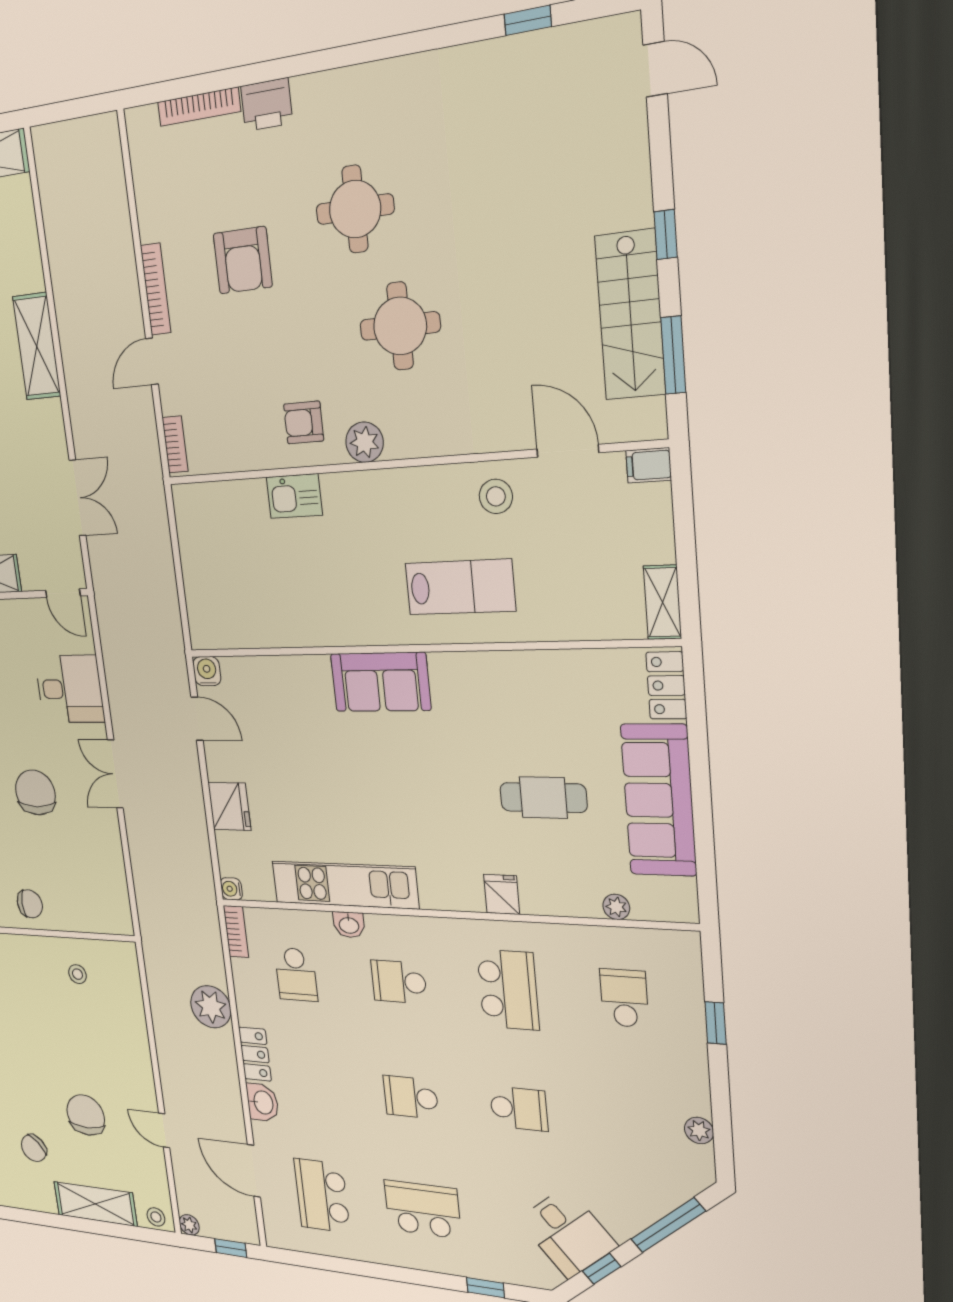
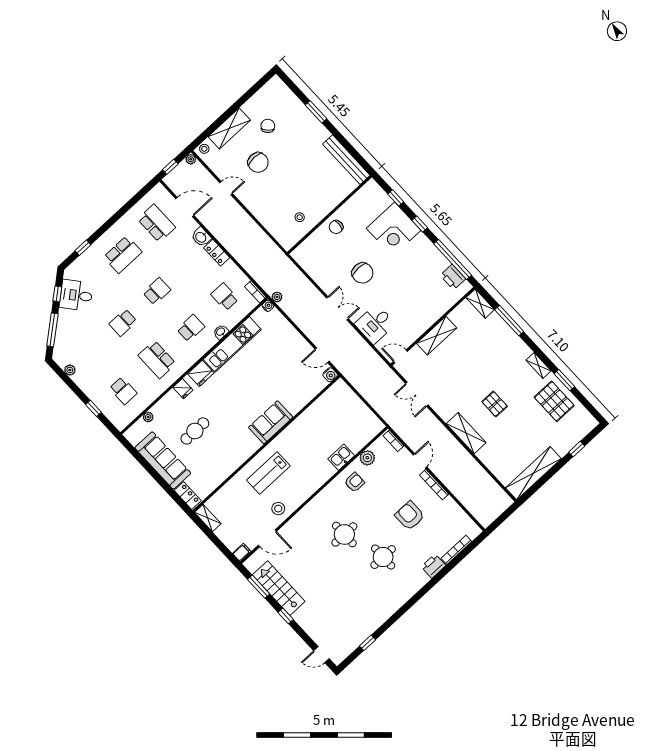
plant: (364, 442) -> (367, 458), moved
fridge: (229, 806) -> (201, 373), moved, turned -90
plant: (211, 1007) -> (277, 297), moved, width x0.53, depth x0.53

